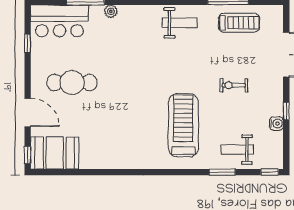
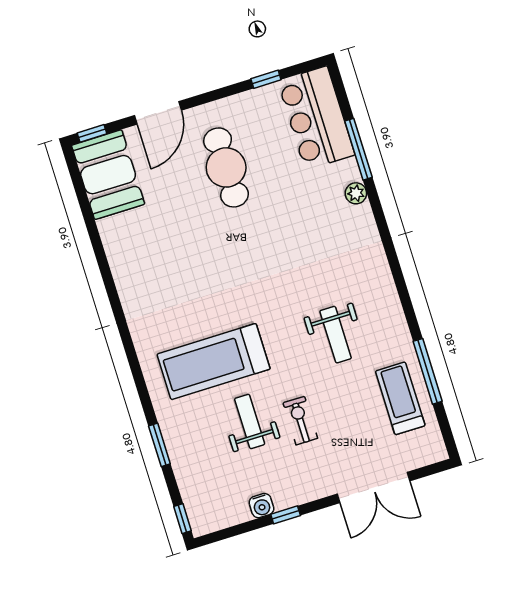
weight bench: (180, 23) -> (336, 335), moved
treadmill: (239, 23) -> (400, 398), turned 180
treadmill: (183, 125) -> (214, 362), turned 180
weight bench: (237, 150) -> (250, 421), moved

